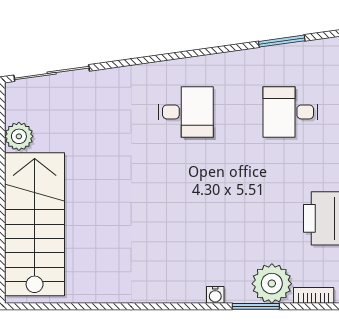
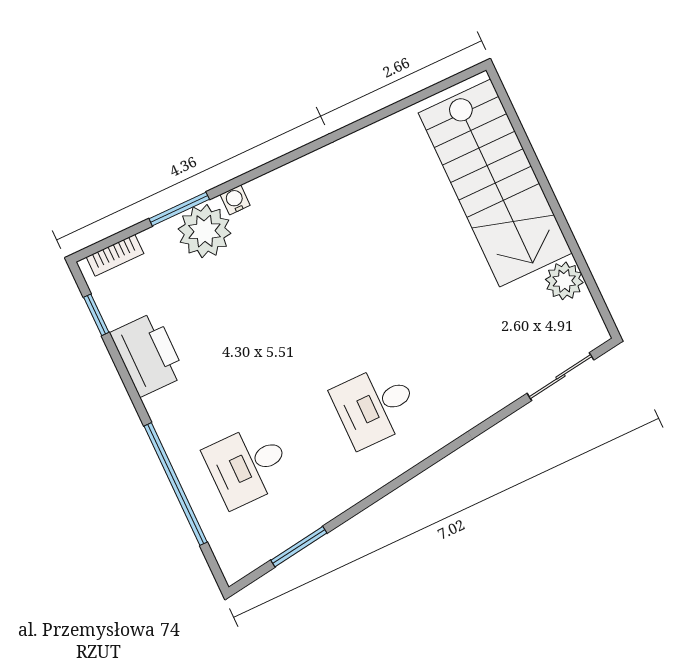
sliding door: (52, 73) -> (560, 377), width x0.73
desk: (290, 112) -> (248, 465), turned 180
plant: (272, 284) -> (204, 231), moved

